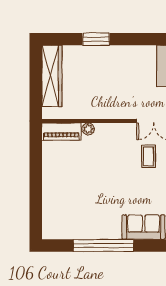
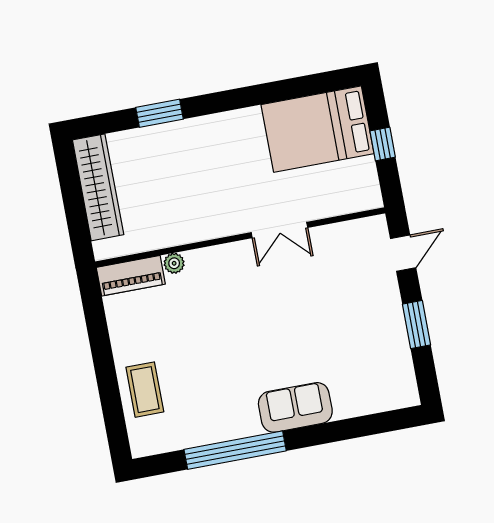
coffee table: (149, 156) -> (145, 390), moved, width x1.36, depth x1.30

